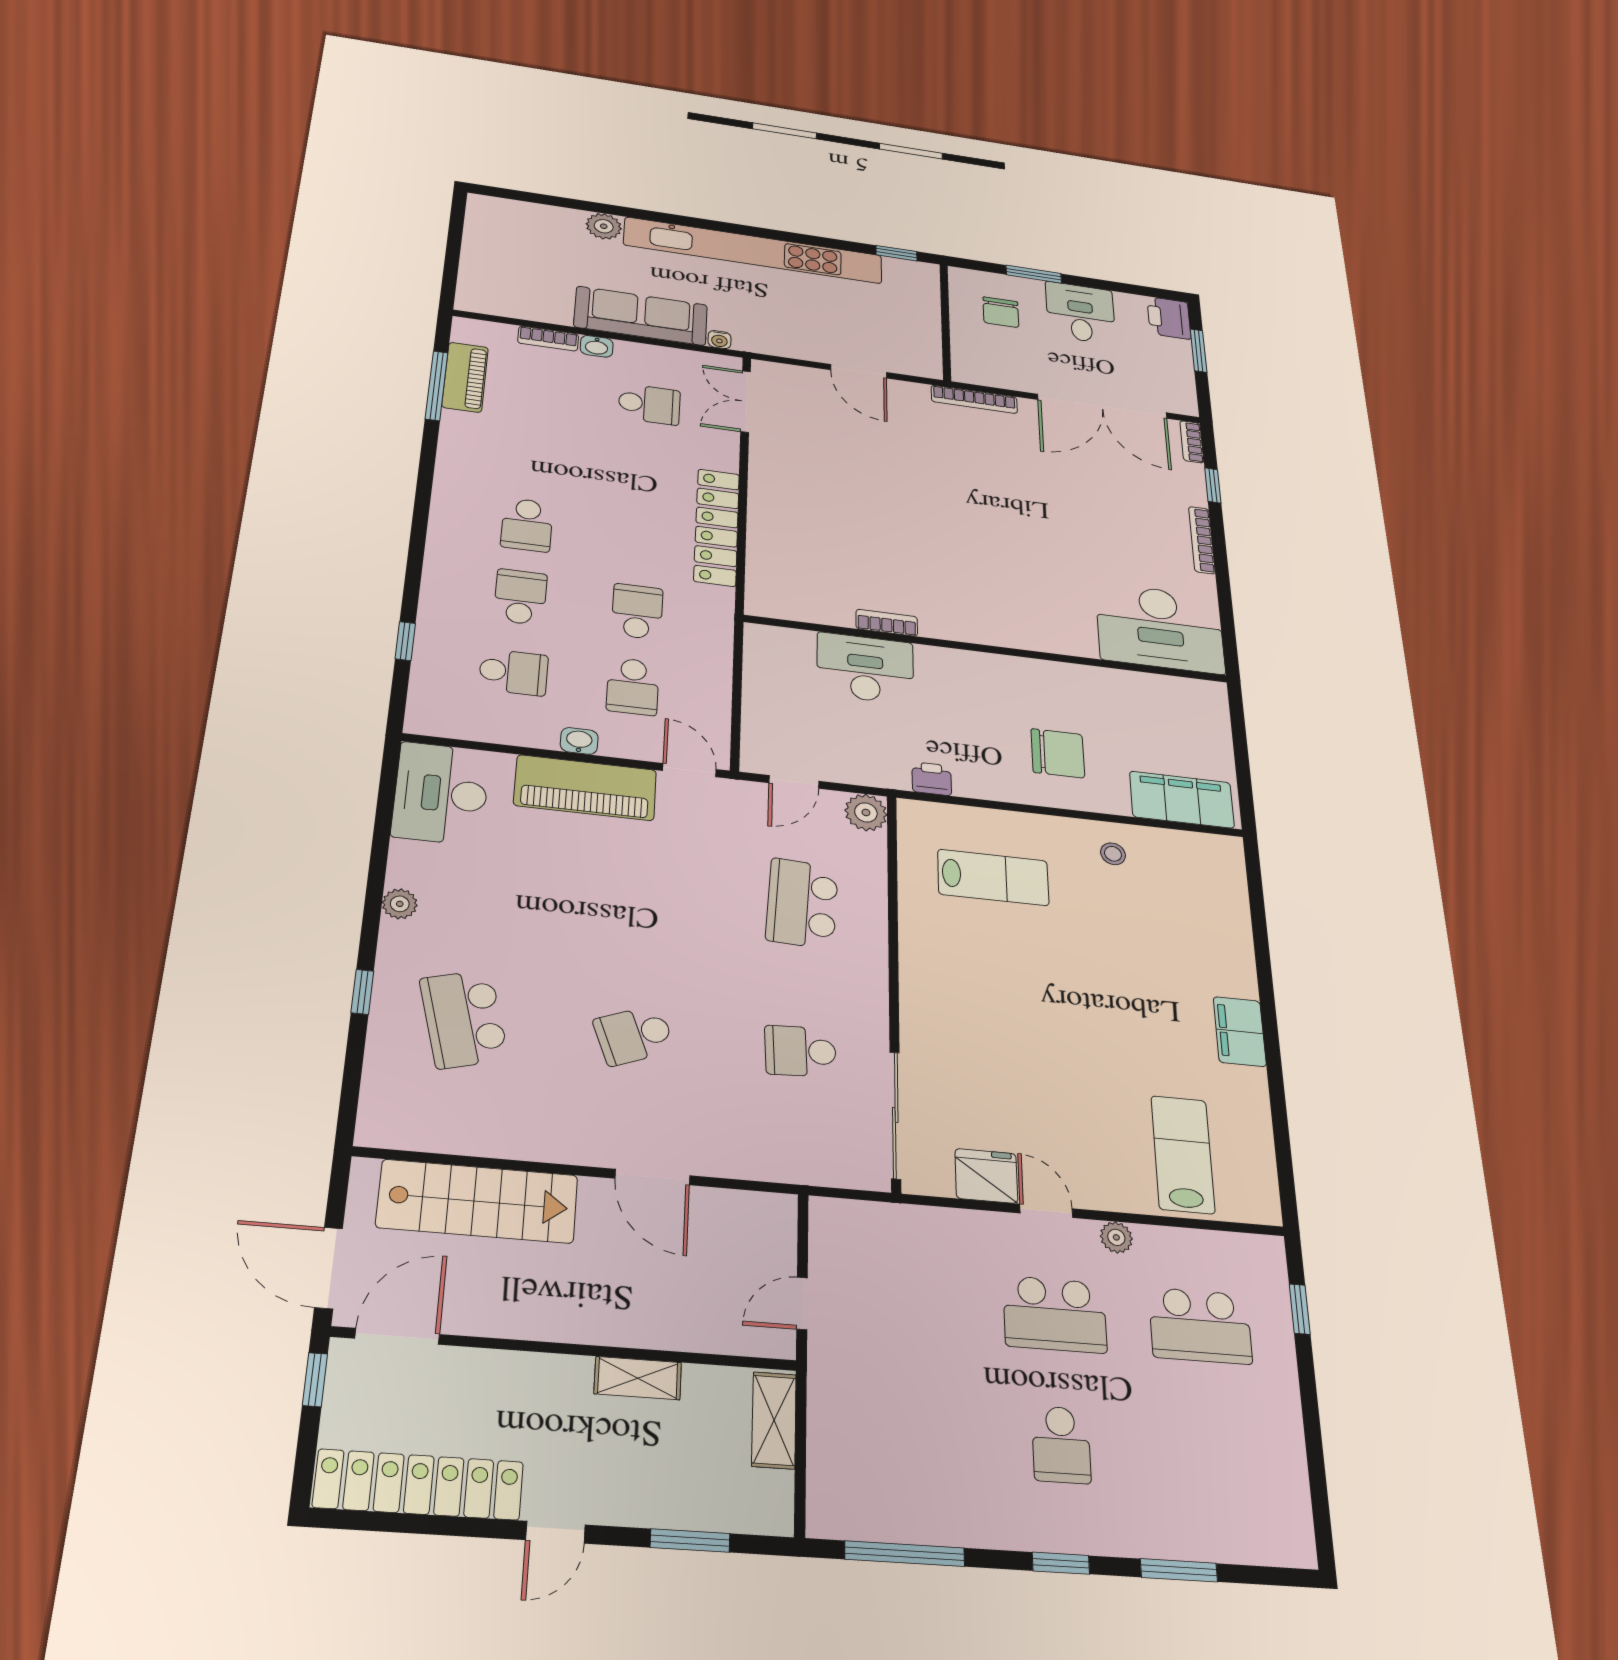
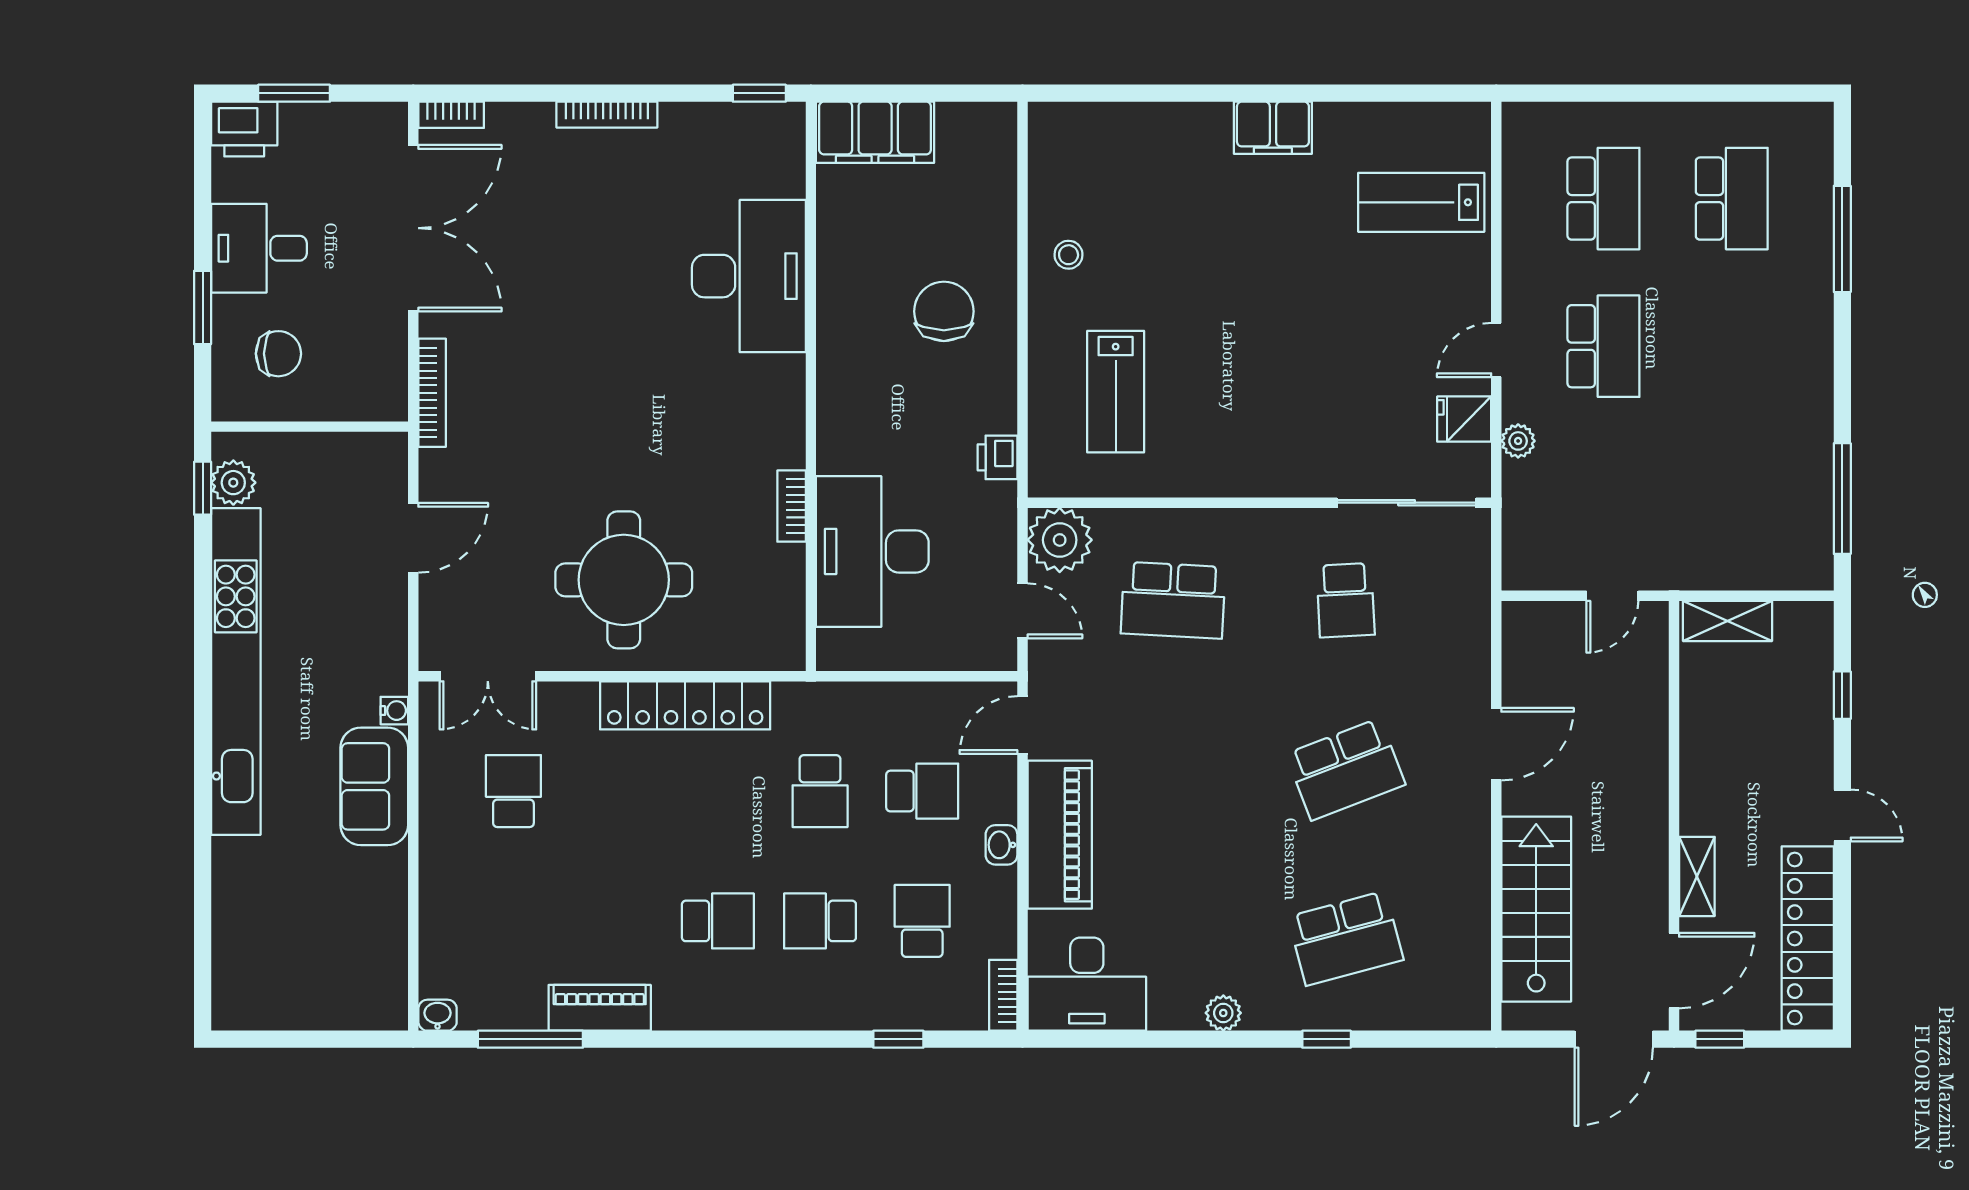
plant: (604, 226) -> (233, 483), moved
sofa: (641, 316) -> (374, 786), width x0.73
bookcase: (548, 339) -> (1003, 995), moved, turned 180
washbasin: (597, 346) -> (438, 1015), moved, turned -90
piano: (465, 377) -> (600, 1008), moved
window: (1213, 485) -> (759, 93), moved
round table: (824, 500) -> (624, 580), added
school desk: (637, 612) -> (820, 791), turned -90
desk: (1160, 628) -> (749, 276), moved
desk: (865, 668) -> (872, 551), width x1.36, depth x1.30
filing cabinet: (1182, 800) -> (875, 132), moved, turned -90
plant: (866, 812) -> (1060, 540), width x1.36, depth x1.36
lab bench: (993, 877) -> (1116, 392), turned 180
school desk: (634, 1035) -> (1346, 769), width x1.85
fridge: (986, 1176) -> (1464, 419), width x0.72
plant: (1116, 1237) -> (1518, 441), moved
door: (802, 1303) -> (1612, 596), hinge flipped
window: (1300, 1309) -> (1578, 93), removed
door: (397, 1336) -> (1674, 971), swing flipped
shelving: (638, 1378) -> (1697, 876), moved
school desk: (1061, 1445) -> (1732, 199), moved, width x1.85
window: (690, 1541) -> (1842, 695), width x0.67
window: (1061, 1563) -> (1842, 352), removed
window: (1179, 1570) -> (1842, 239), width x1.44

